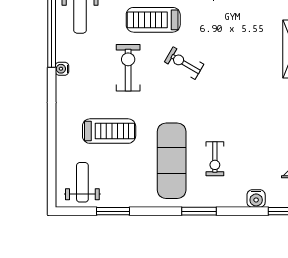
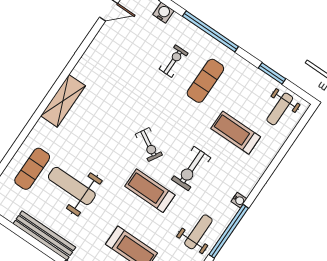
treadmill: (153, 20) -> (150, 191), turned 180
exercise mat: (172, 161) -> (205, 81), width x0.73, depth x0.69
window: (199, 211) -> (210, 31), width x2.11

